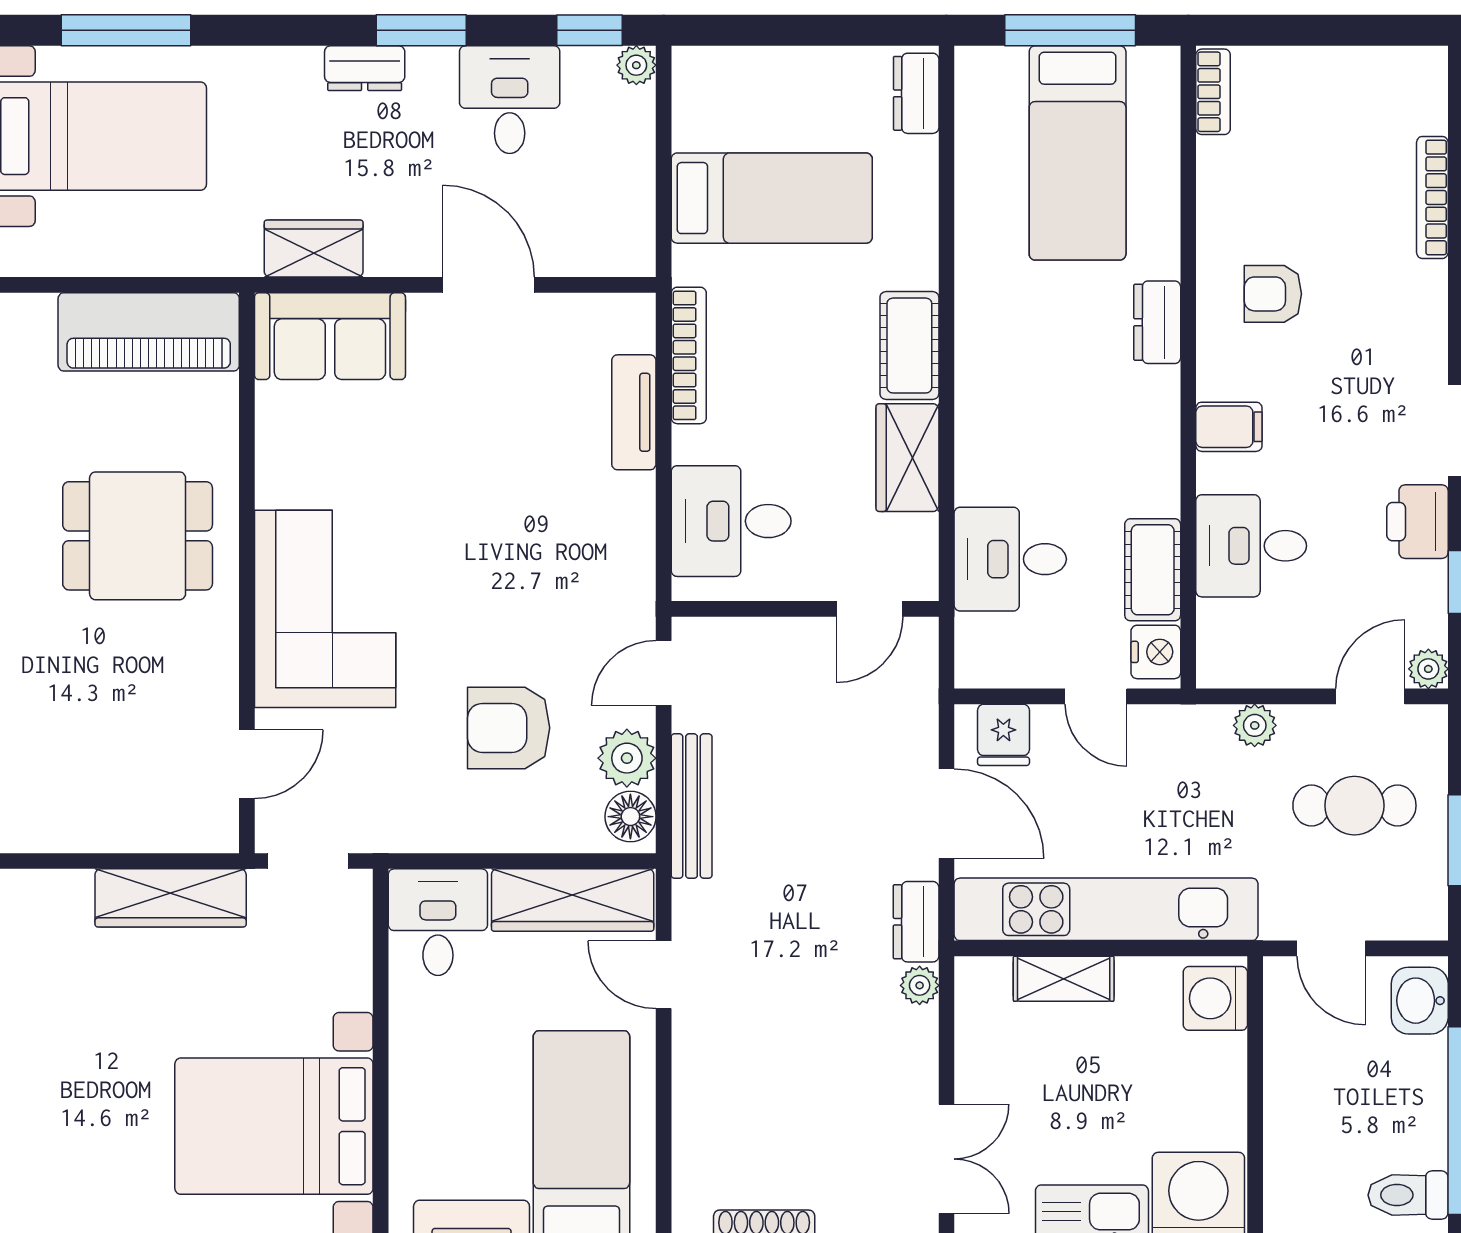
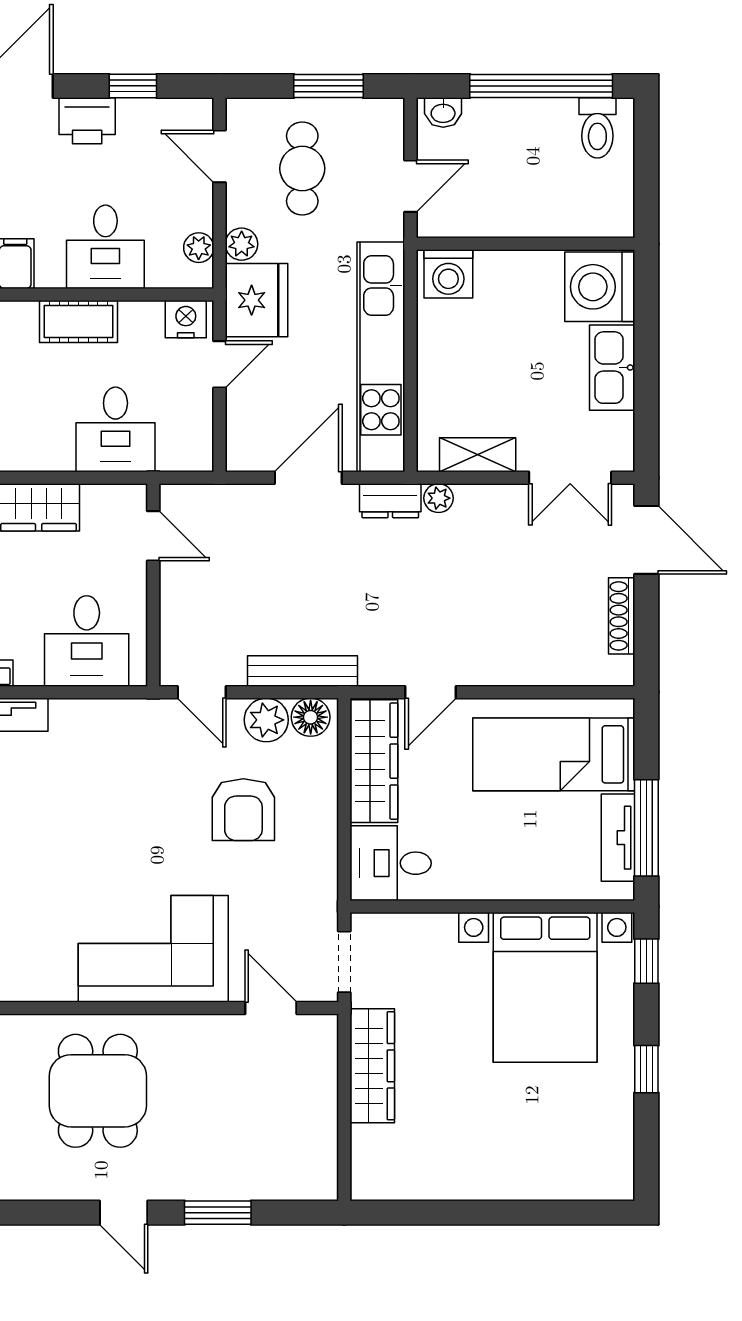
cot: (1153, 570) -> (79, 321), moved
plant: (1428, 669) -> (199, 248), moved
fridge: (1003, 735) -> (257, 300), moved, width x1.88, depth x1.34
shelving: (1064, 979) -> (478, 455), moved, turned 90
washbasin: (1420, 1001) -> (443, 112), width x0.72, depth x0.69
double door: (946, 1159) -> (570, 478), swing flipped

